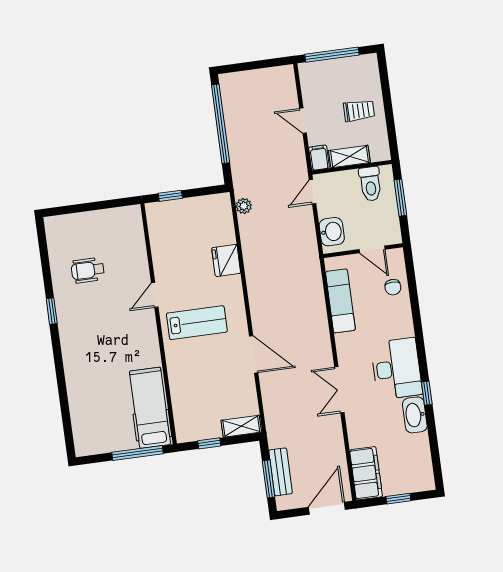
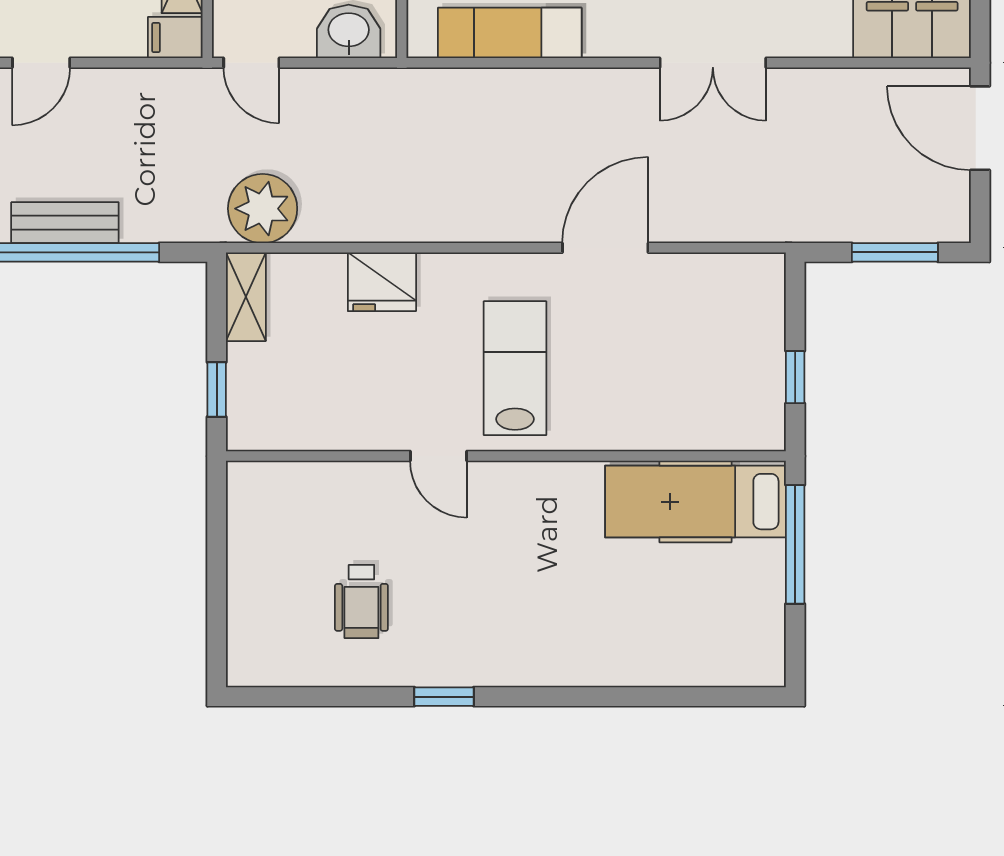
door: (303, 121) -> (41, 63), moved
plant: (244, 206) -> (263, 209), width x1.88, depth x1.88
shelving: (241, 426) -> (246, 297), moved
bench: (281, 472) -> (65, 223), moved

